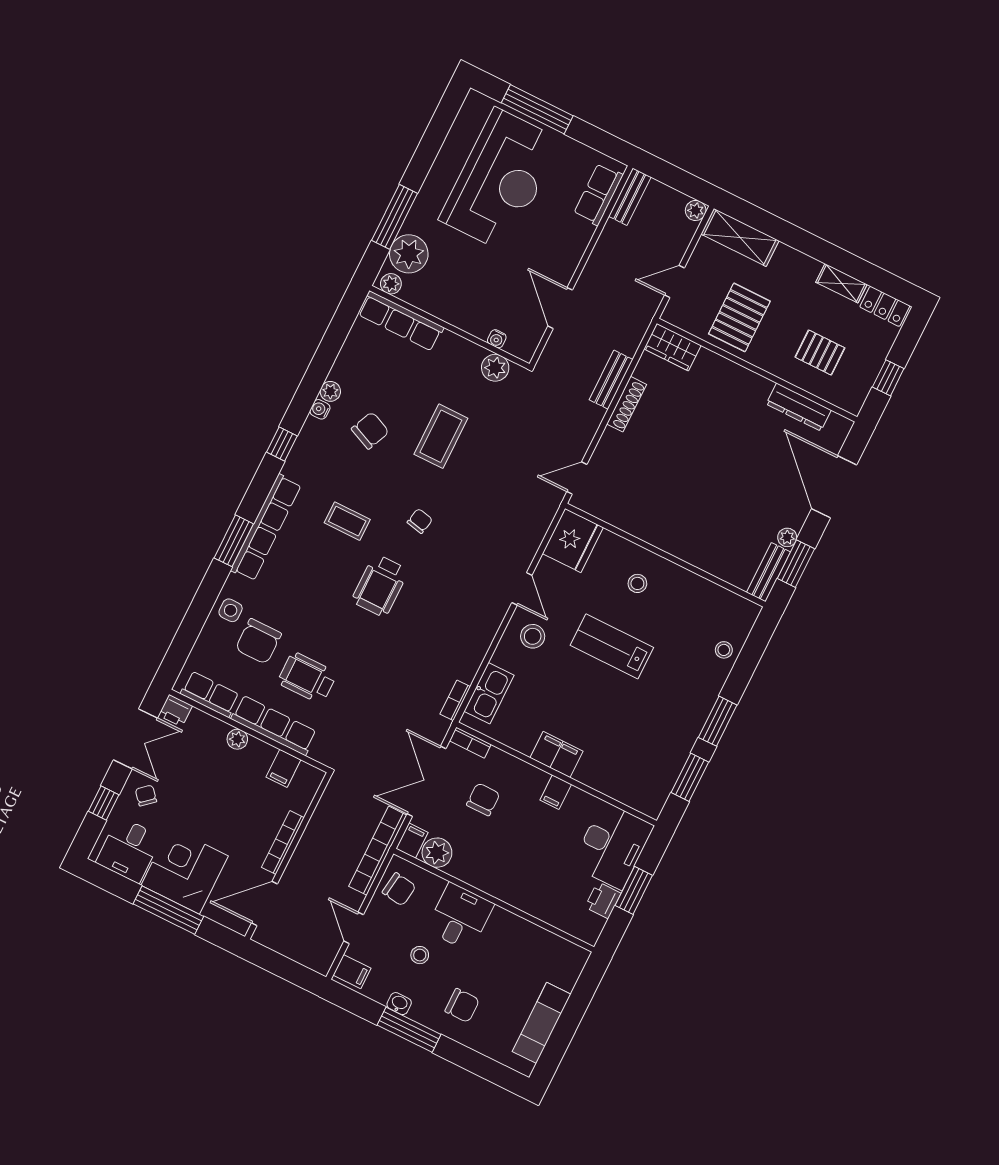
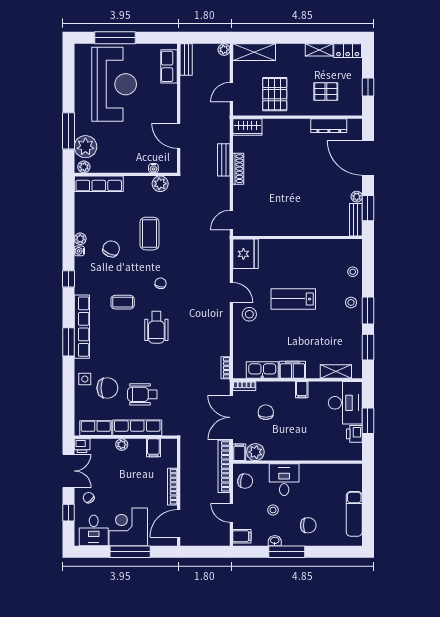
stool: (637, 583) -> (351, 302), moved
chair: (258, 641) -> (107, 388), turned -90
kitchen sink: (489, 693) -> (262, 370), moved, turned -90
shelving: (622, 790) -> (336, 372), added

